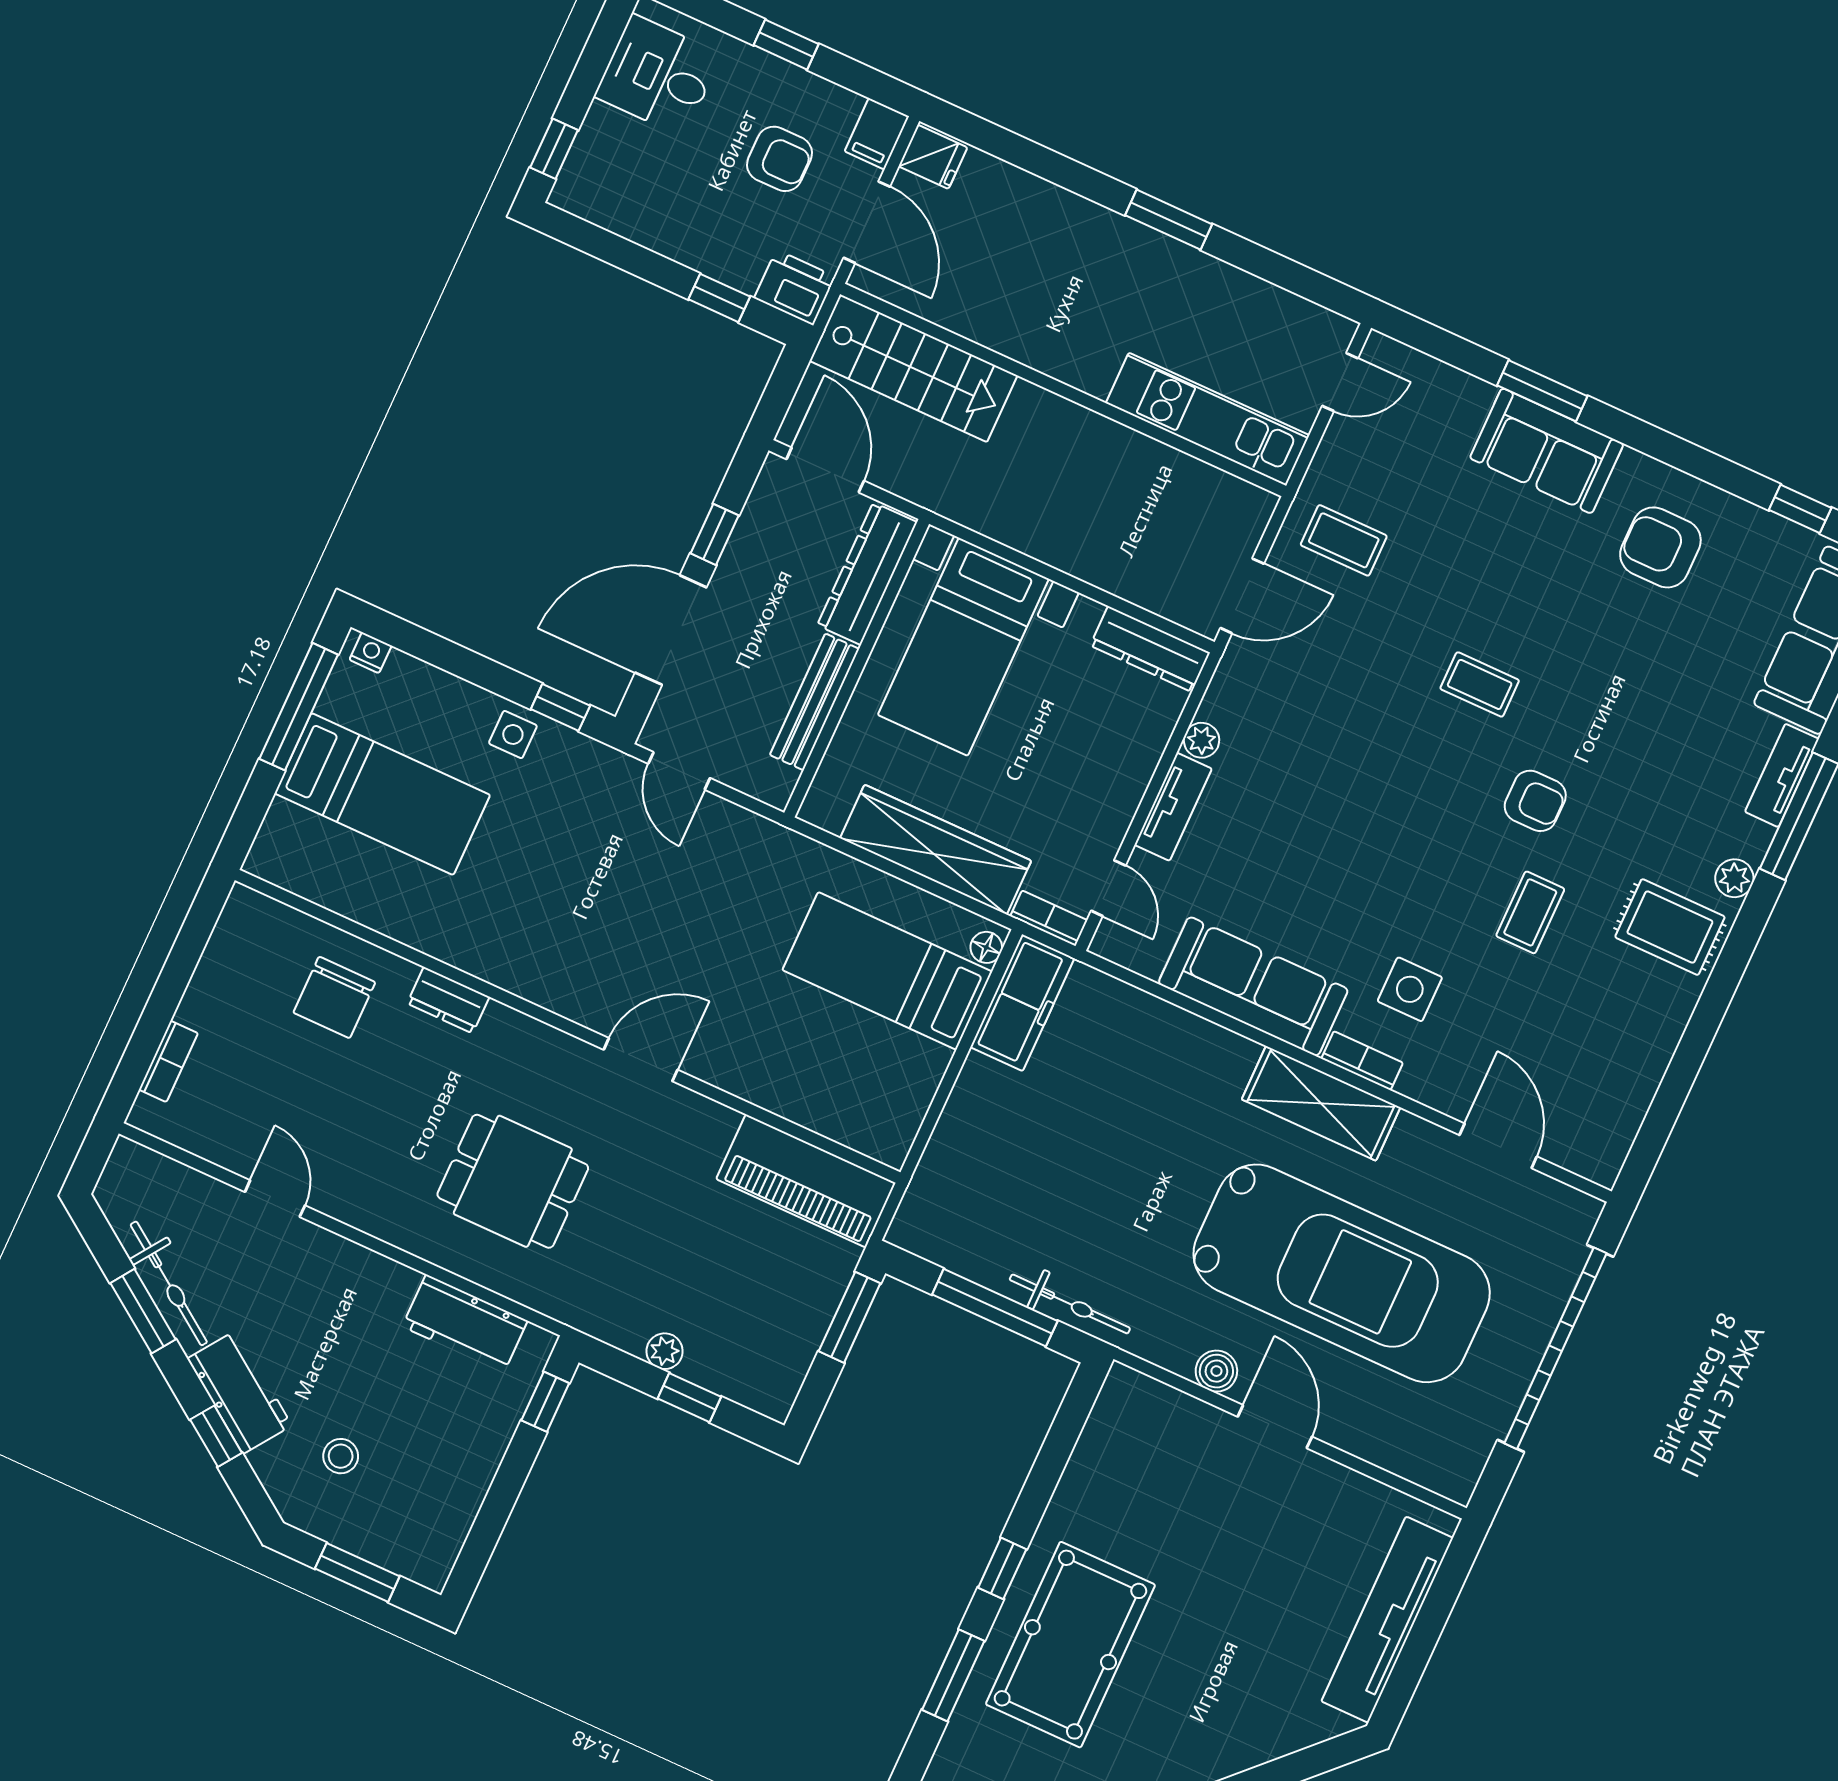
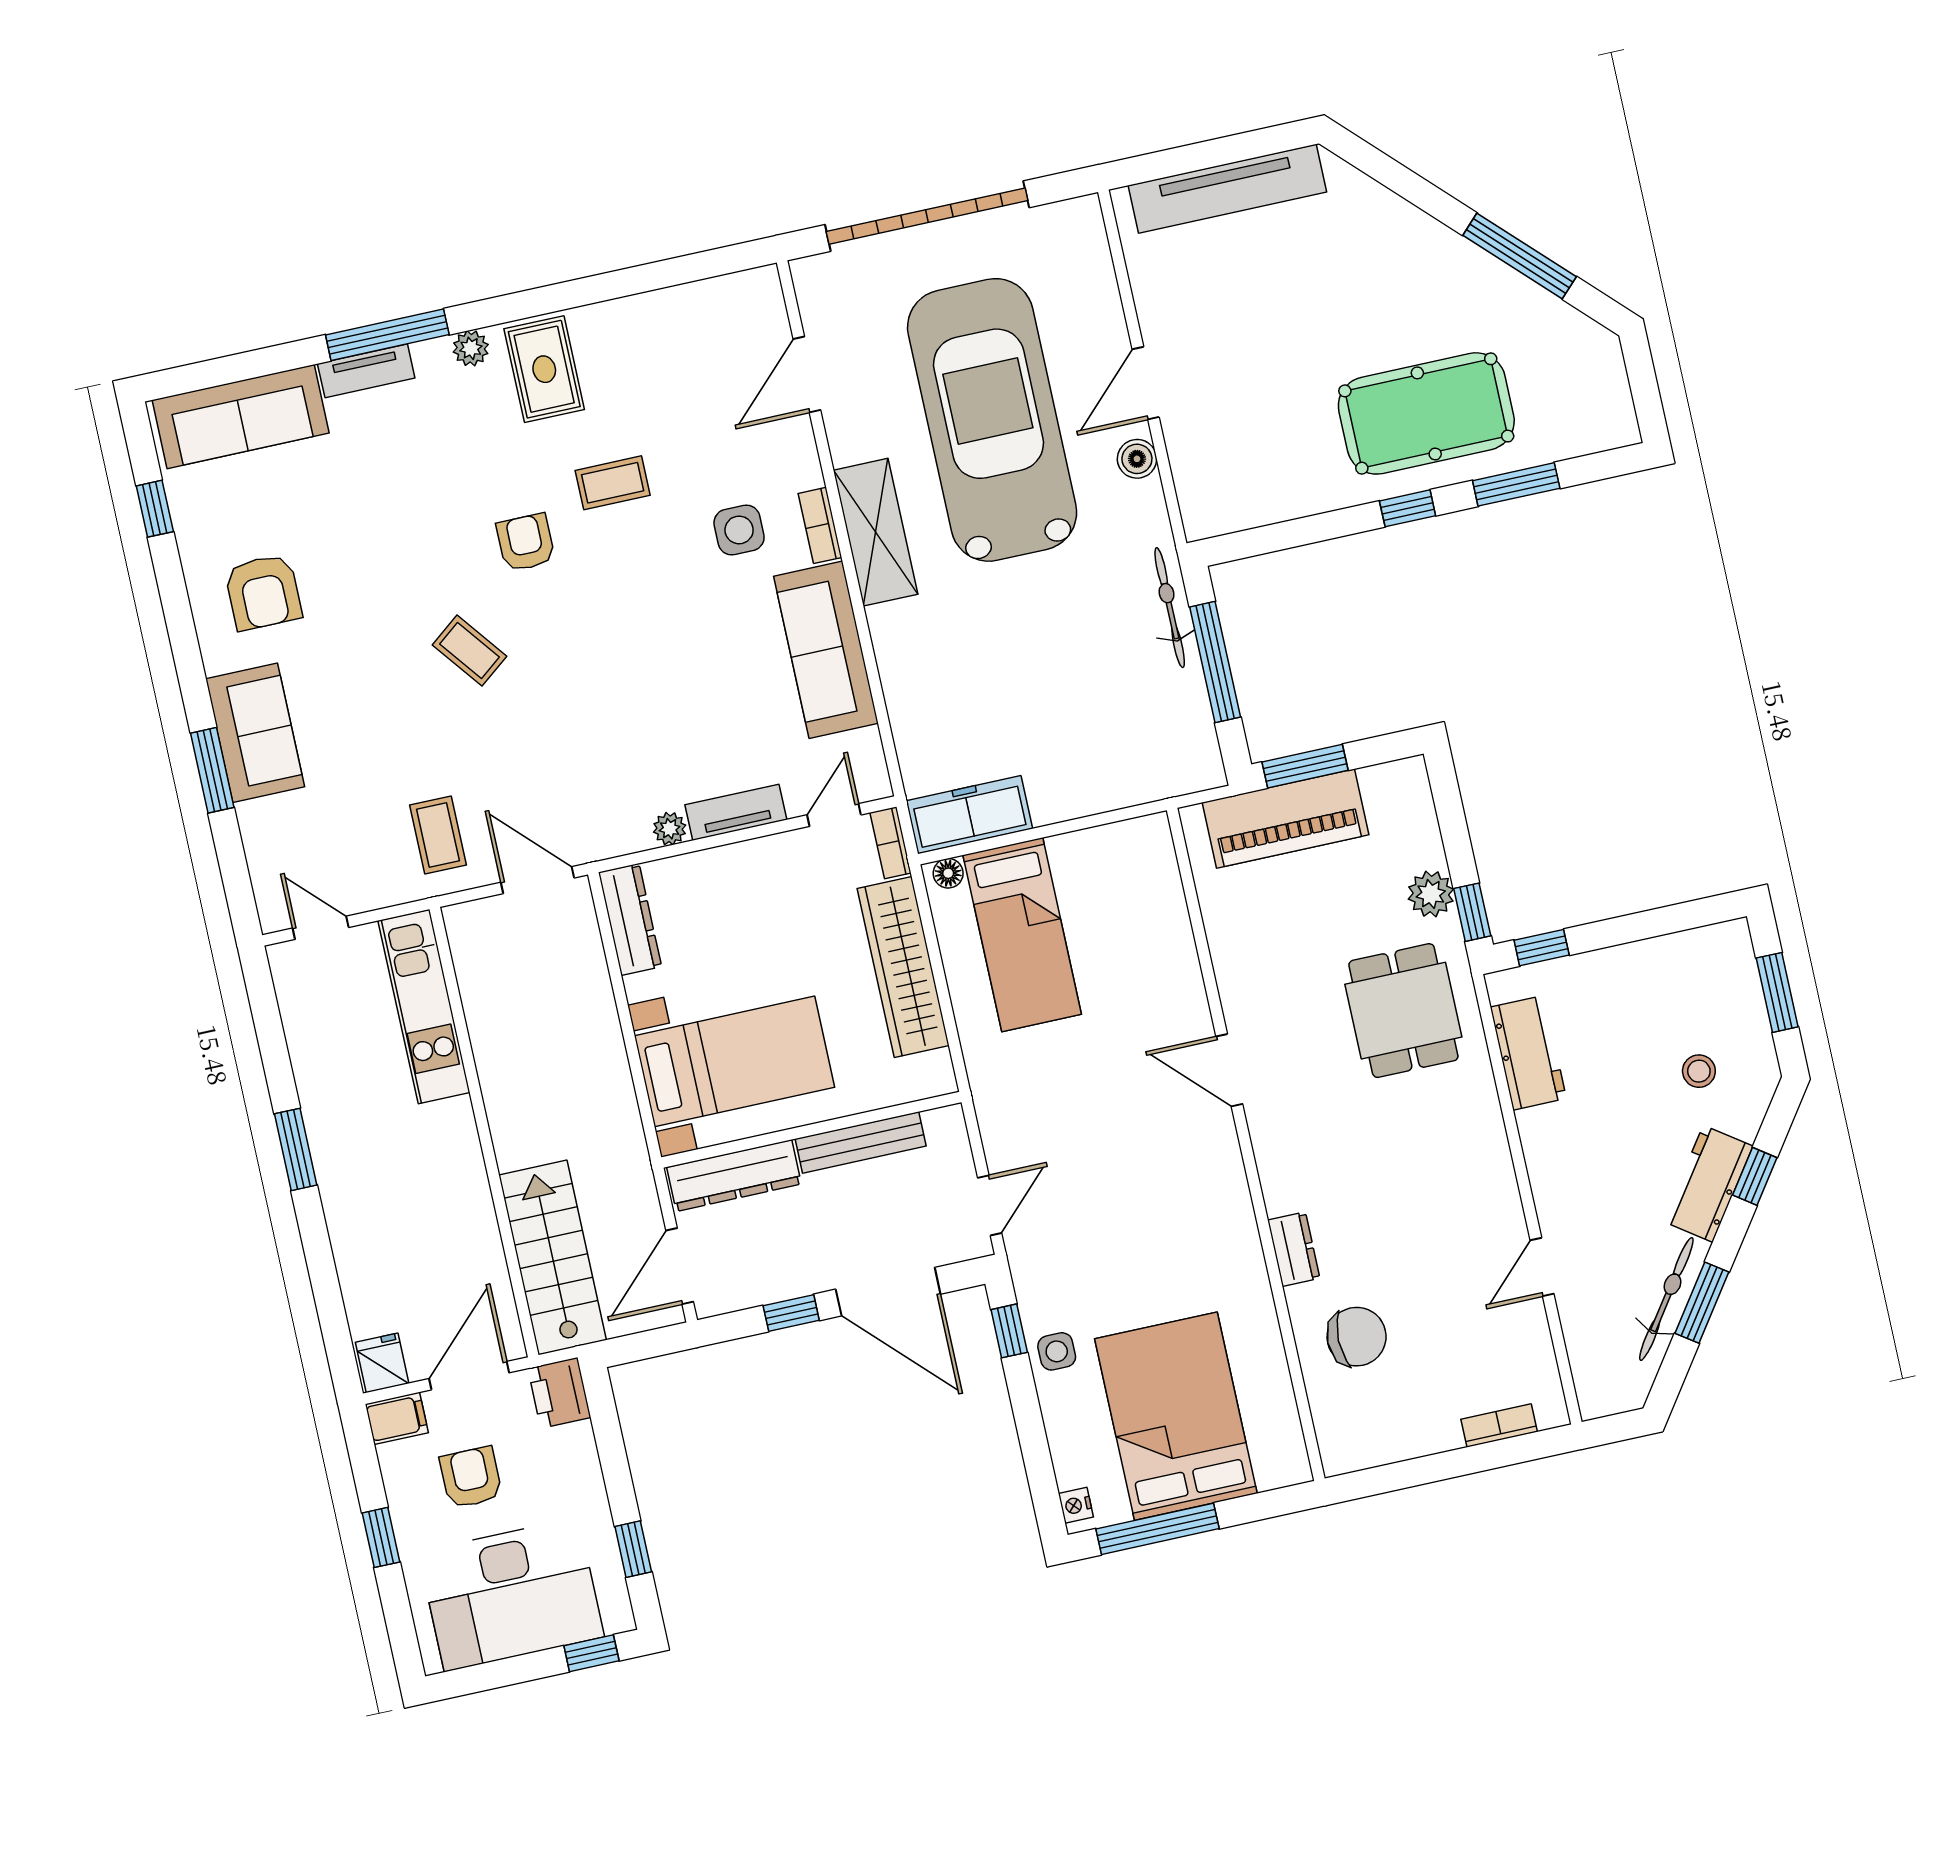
desk: (658, 75) -> (511, 1594), width x1.87, depth x1.30
window: (719, 298) -> (633, 1549), moved
coffee table: (1480, 684) -> (469, 651), turned -38
bed: (382, 794) -> (1176, 1416), width x1.50
dining table: (513, 1181) -> (1403, 1011), moved
piano: (806, 1181) -> (1286, 819), moved, turned 90
plant: (665, 1351) -> (1431, 894), width x1.38, depth x1.38
window: (689, 1398) -> (1472, 912), moved

